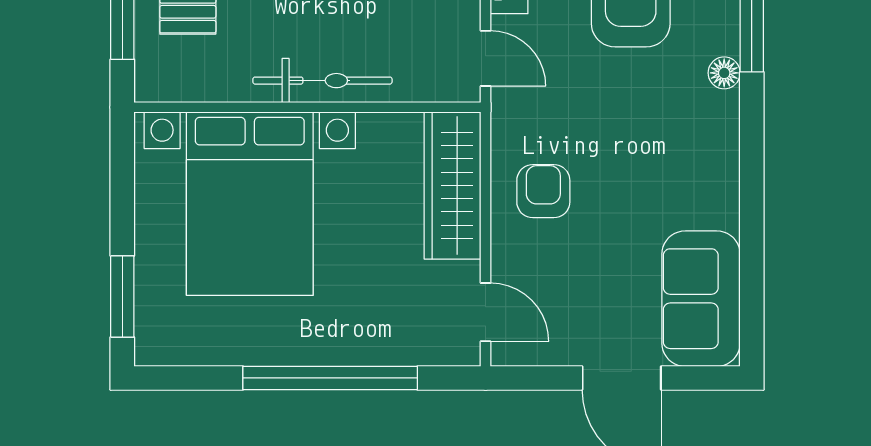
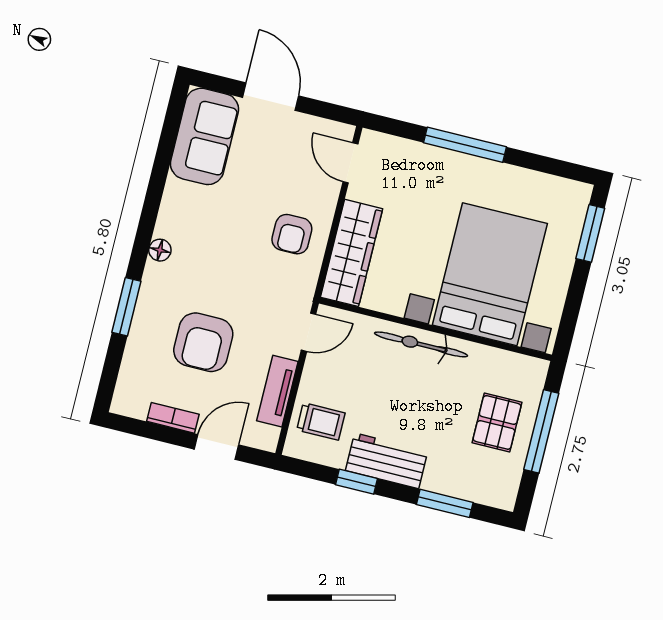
door: (486, 58) -> (309, 332), swing flipped
floor lamp: (724, 73) -> (160, 250), moved
window: (330, 378) -> (465, 145), width x0.68

